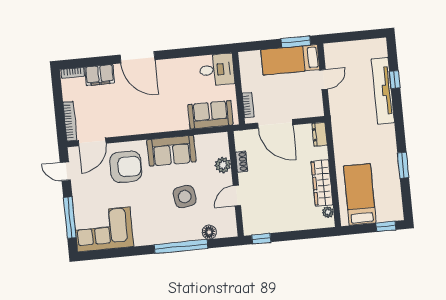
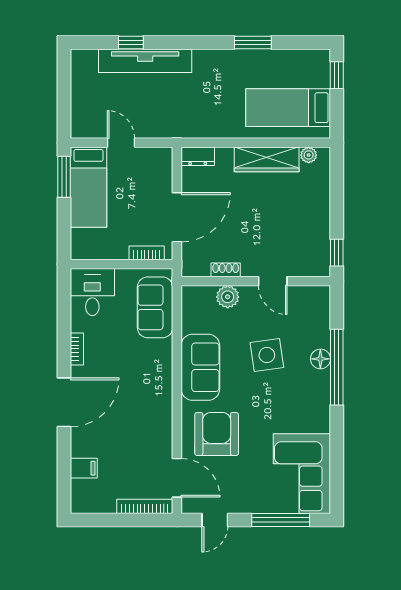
bookcase: (73, 73) -> (77, 349), moved
filing cabinet: (100, 75) -> (84, 468), width x0.50
floor lamp: (209, 232) -> (320, 359), moved

